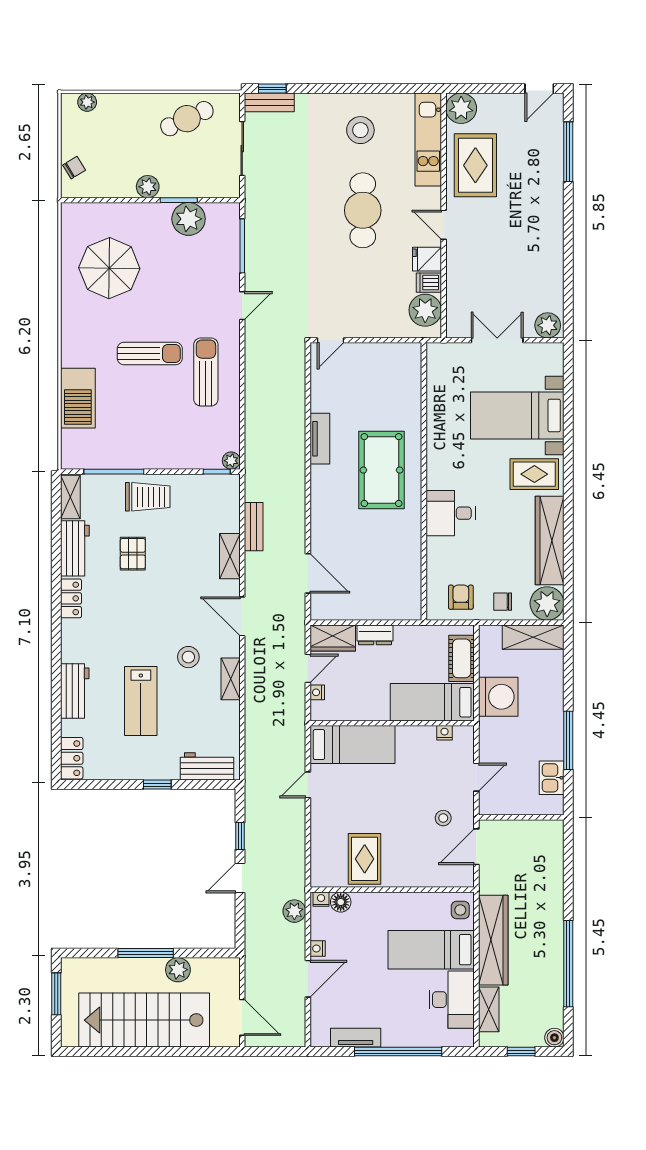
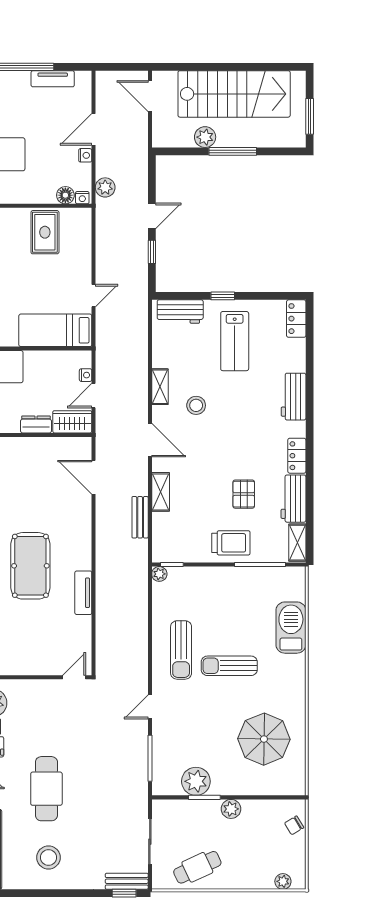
trolley: (148, 497) -> (231, 543), turned 180
workbench: (75, 691) -> (294, 397), moved
lab bench: (141, 701) -> (235, 341), moved, turned 180

